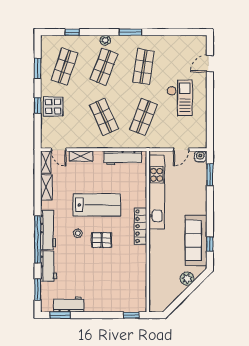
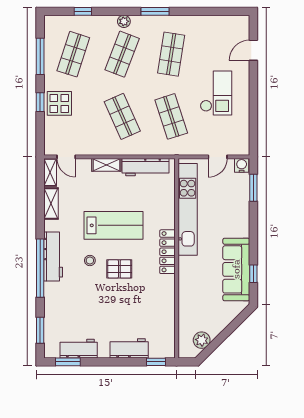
window: (38, 68) -> (40, 56), width x1.44
shop shelf: (143, 117) -> (171, 116), turned -39
shelving: (81, 156) -> (106, 165), moved
workbench: (49, 266) -> (129, 348), moved, turned -90
plant: (187, 279) -> (202, 340), moved

